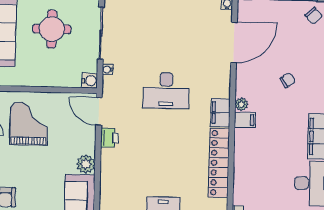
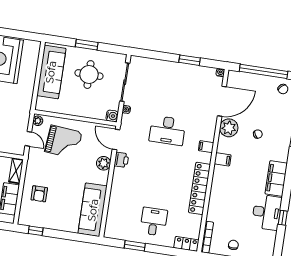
plant: (241, 104) -> (229, 128), moved, width x1.87, depth x1.87
filing cabinet: (220, 113) -> (206, 147), width x0.50
grand piano: (29, 124) -> (63, 142), turned 95
plant: (86, 164) -> (104, 163), moved

